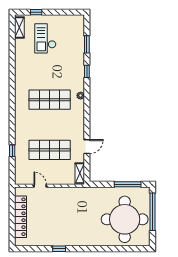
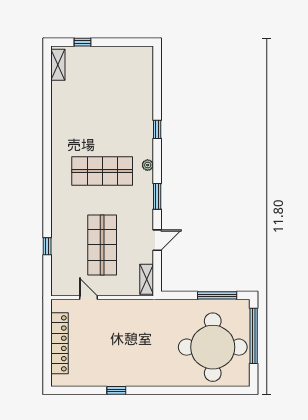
checkout: (45, 38) -> (96, 81), removed
window: (87, 44) -> (157, 196), moved
shop shelf: (50, 150) -> (102, 245), turned 90

